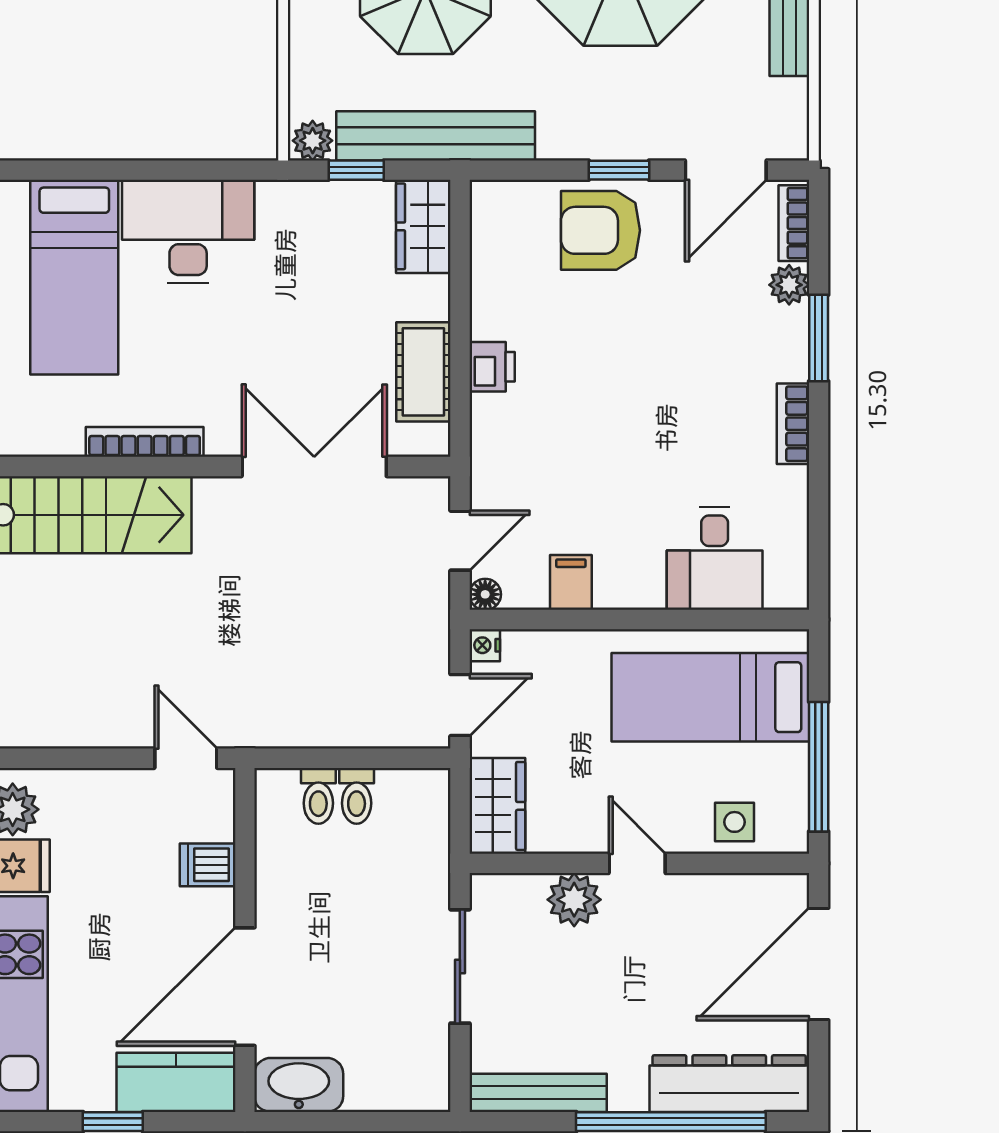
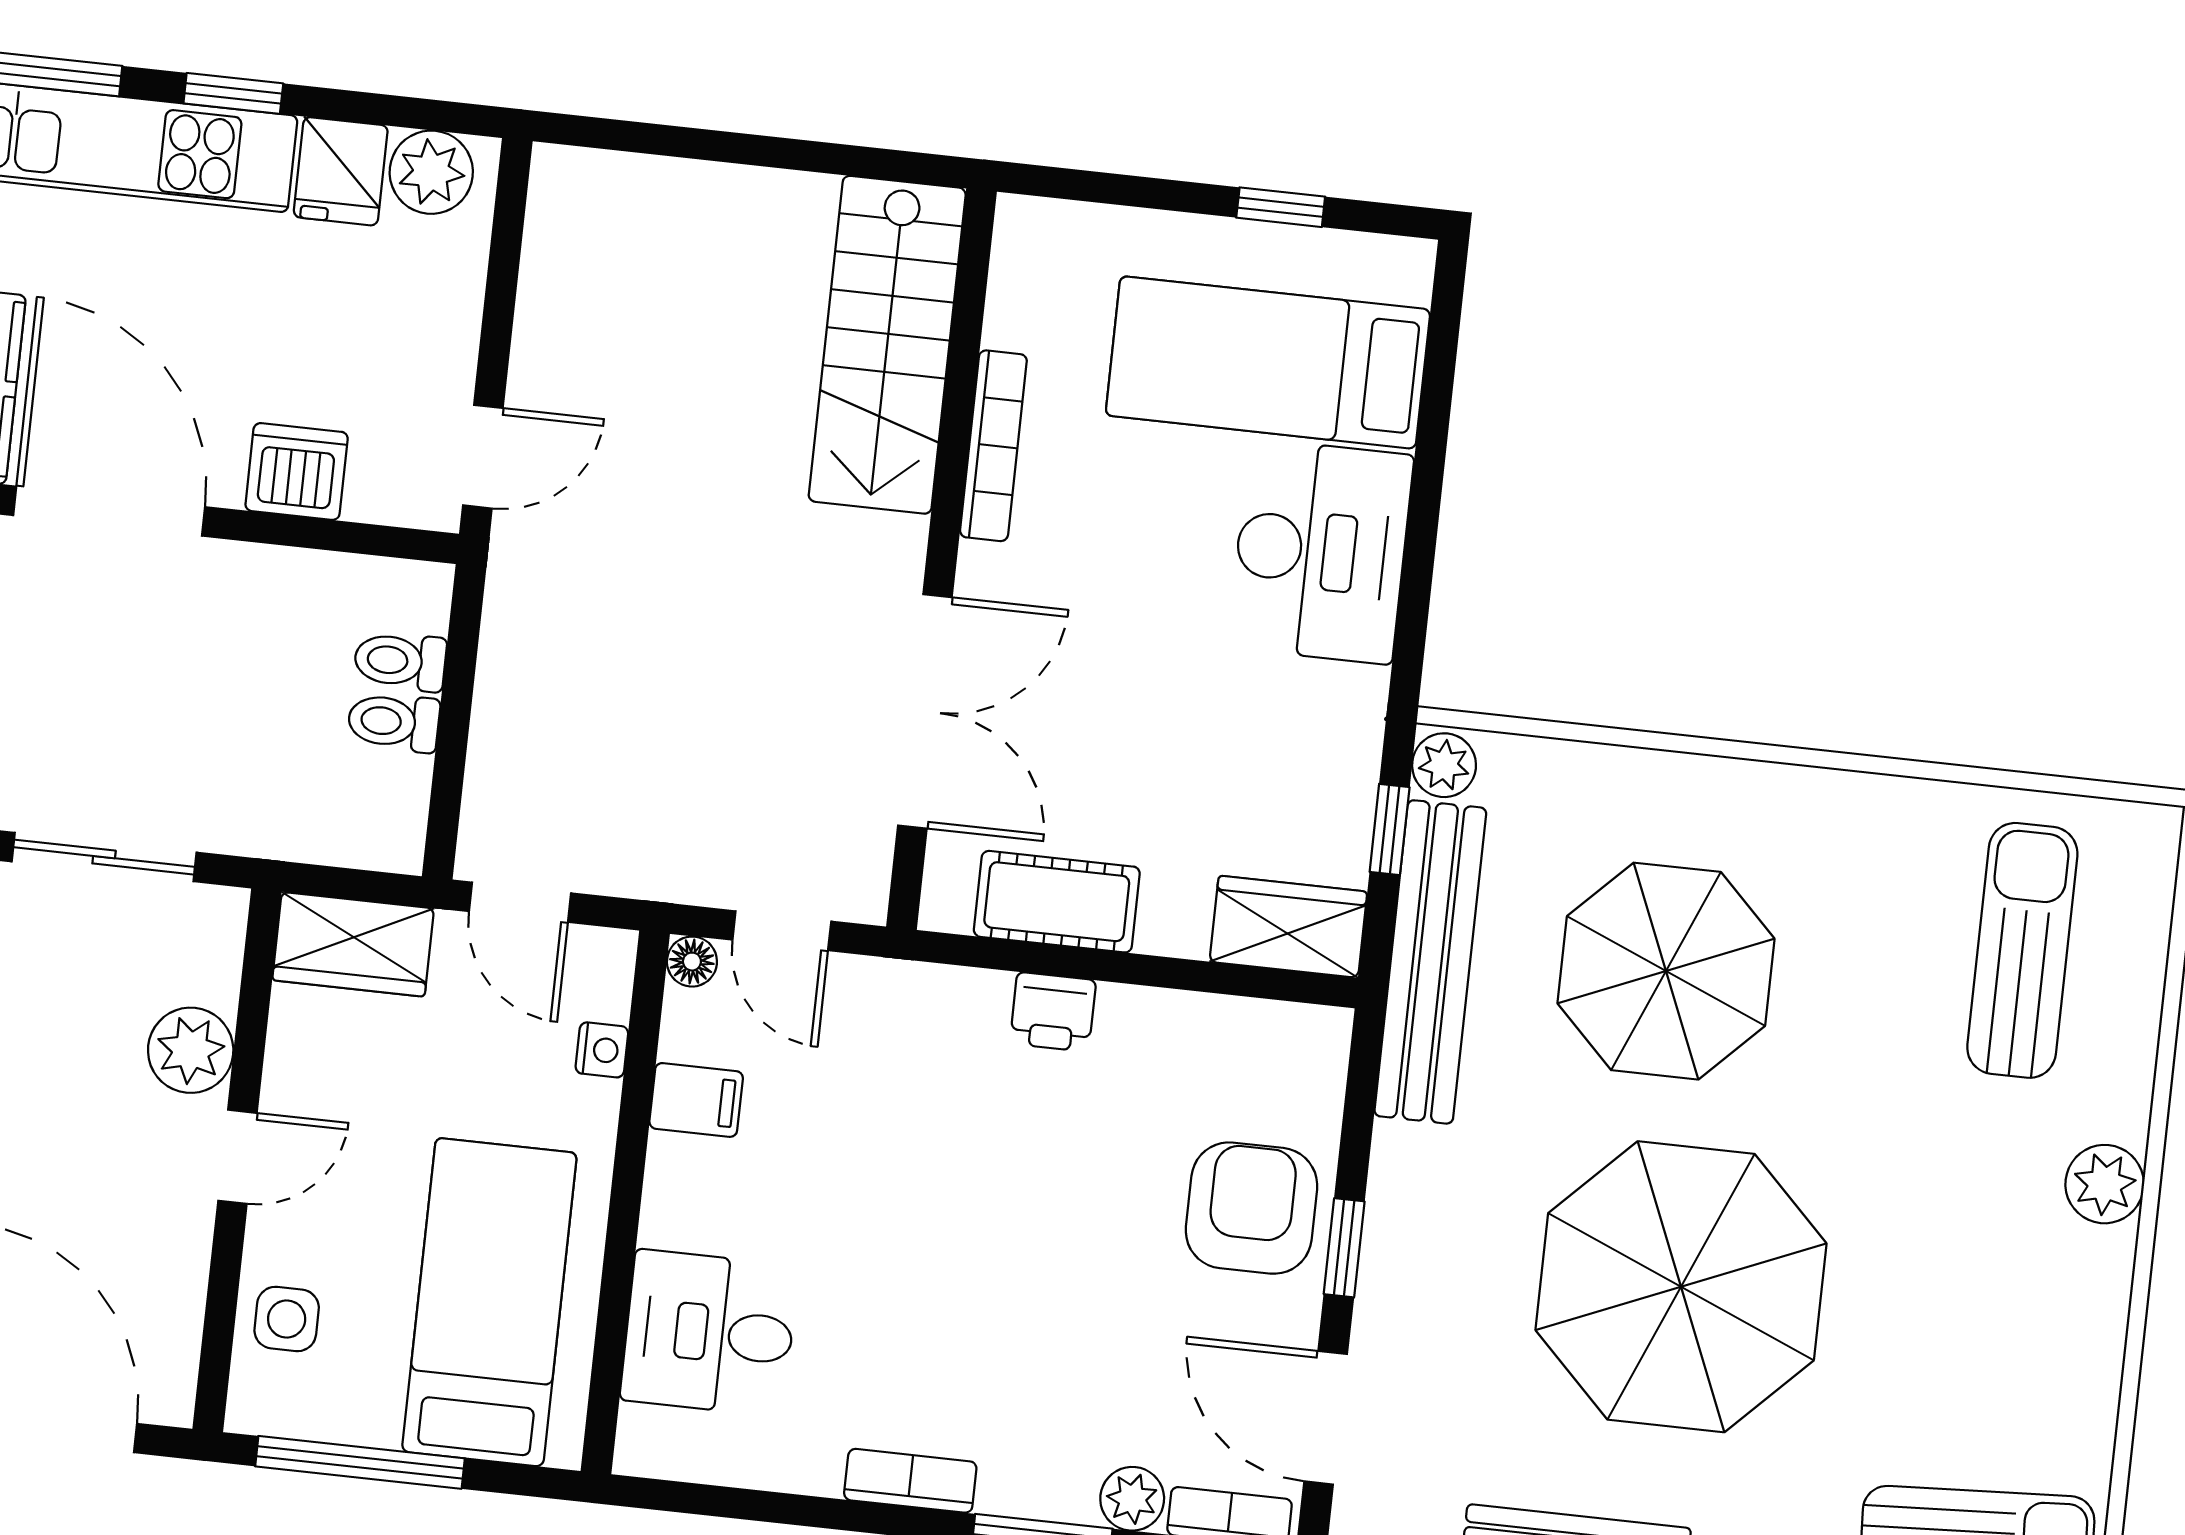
nightstand: (485, 645) -> (602, 1050), moved, turned 90
dishwasher: (208, 865) -> (297, 471), width x1.38

